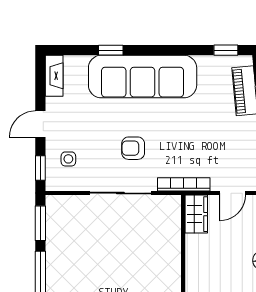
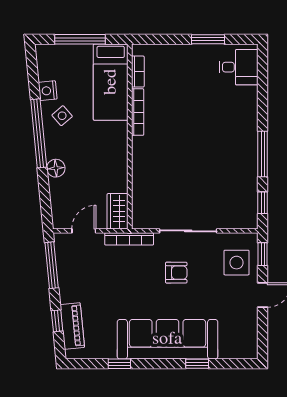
window: (226, 50) -> (119, 364), moved
fireplace: (54, 76) -> (250, 340), removed
side table: (68, 159) -> (236, 263), width x1.87, depth x1.87
window: (40, 223) -> (263, 203), width x0.67

